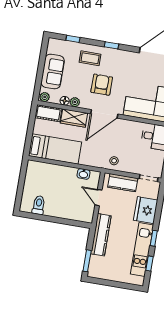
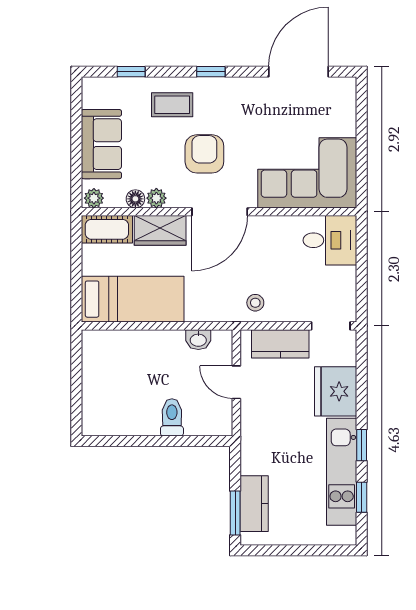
toilet: (39, 205) -> (172, 417), moved
kitchen counter: (101, 235) -> (254, 504), moved, width x0.67

